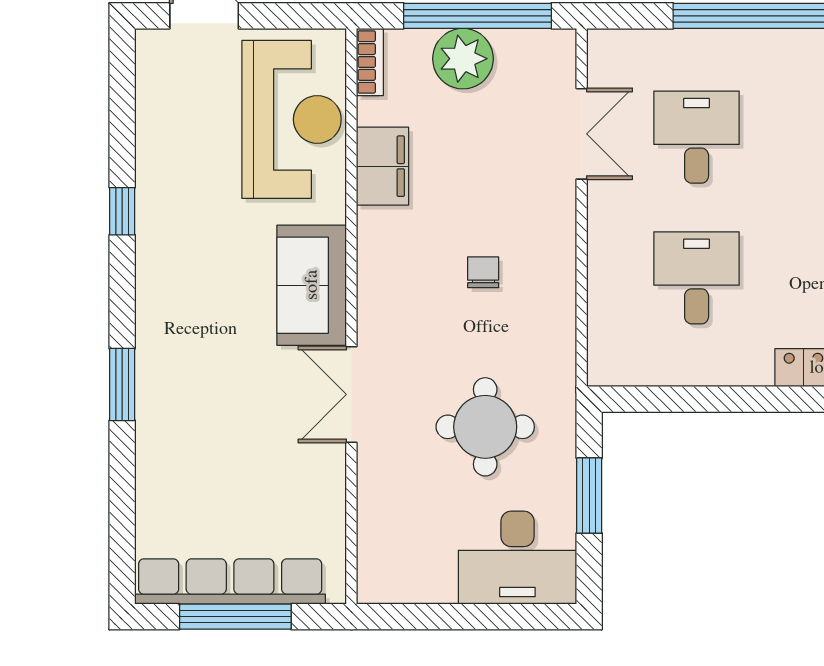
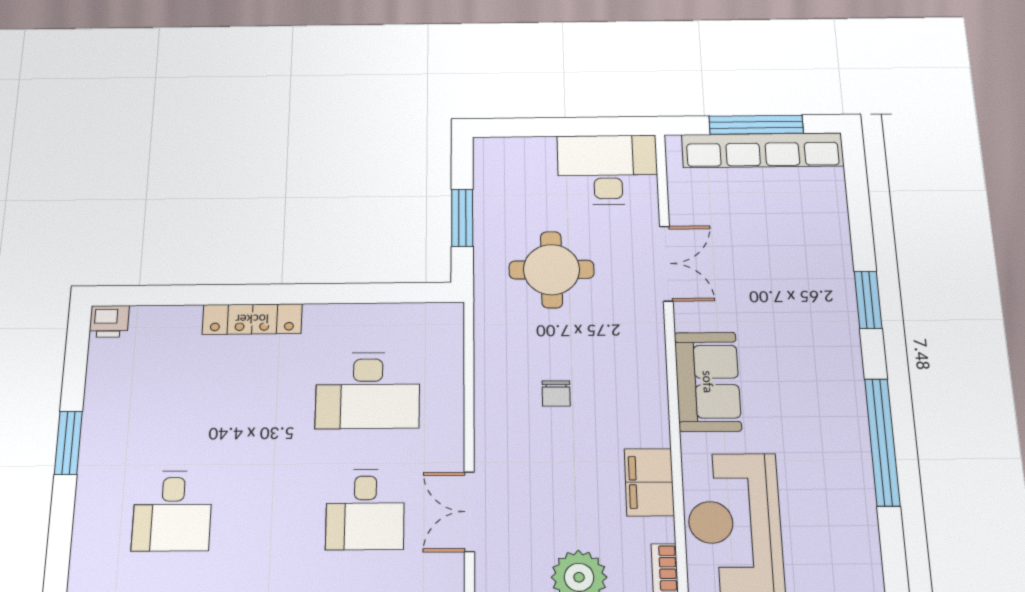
window: (122, 211) -> (882, 442), width x3.17
desk: (697, 278) -> (368, 390), width x1.37
double door: (351, 394) -> (666, 263), moved
desk: (517, 558) -> (608, 170), moved

